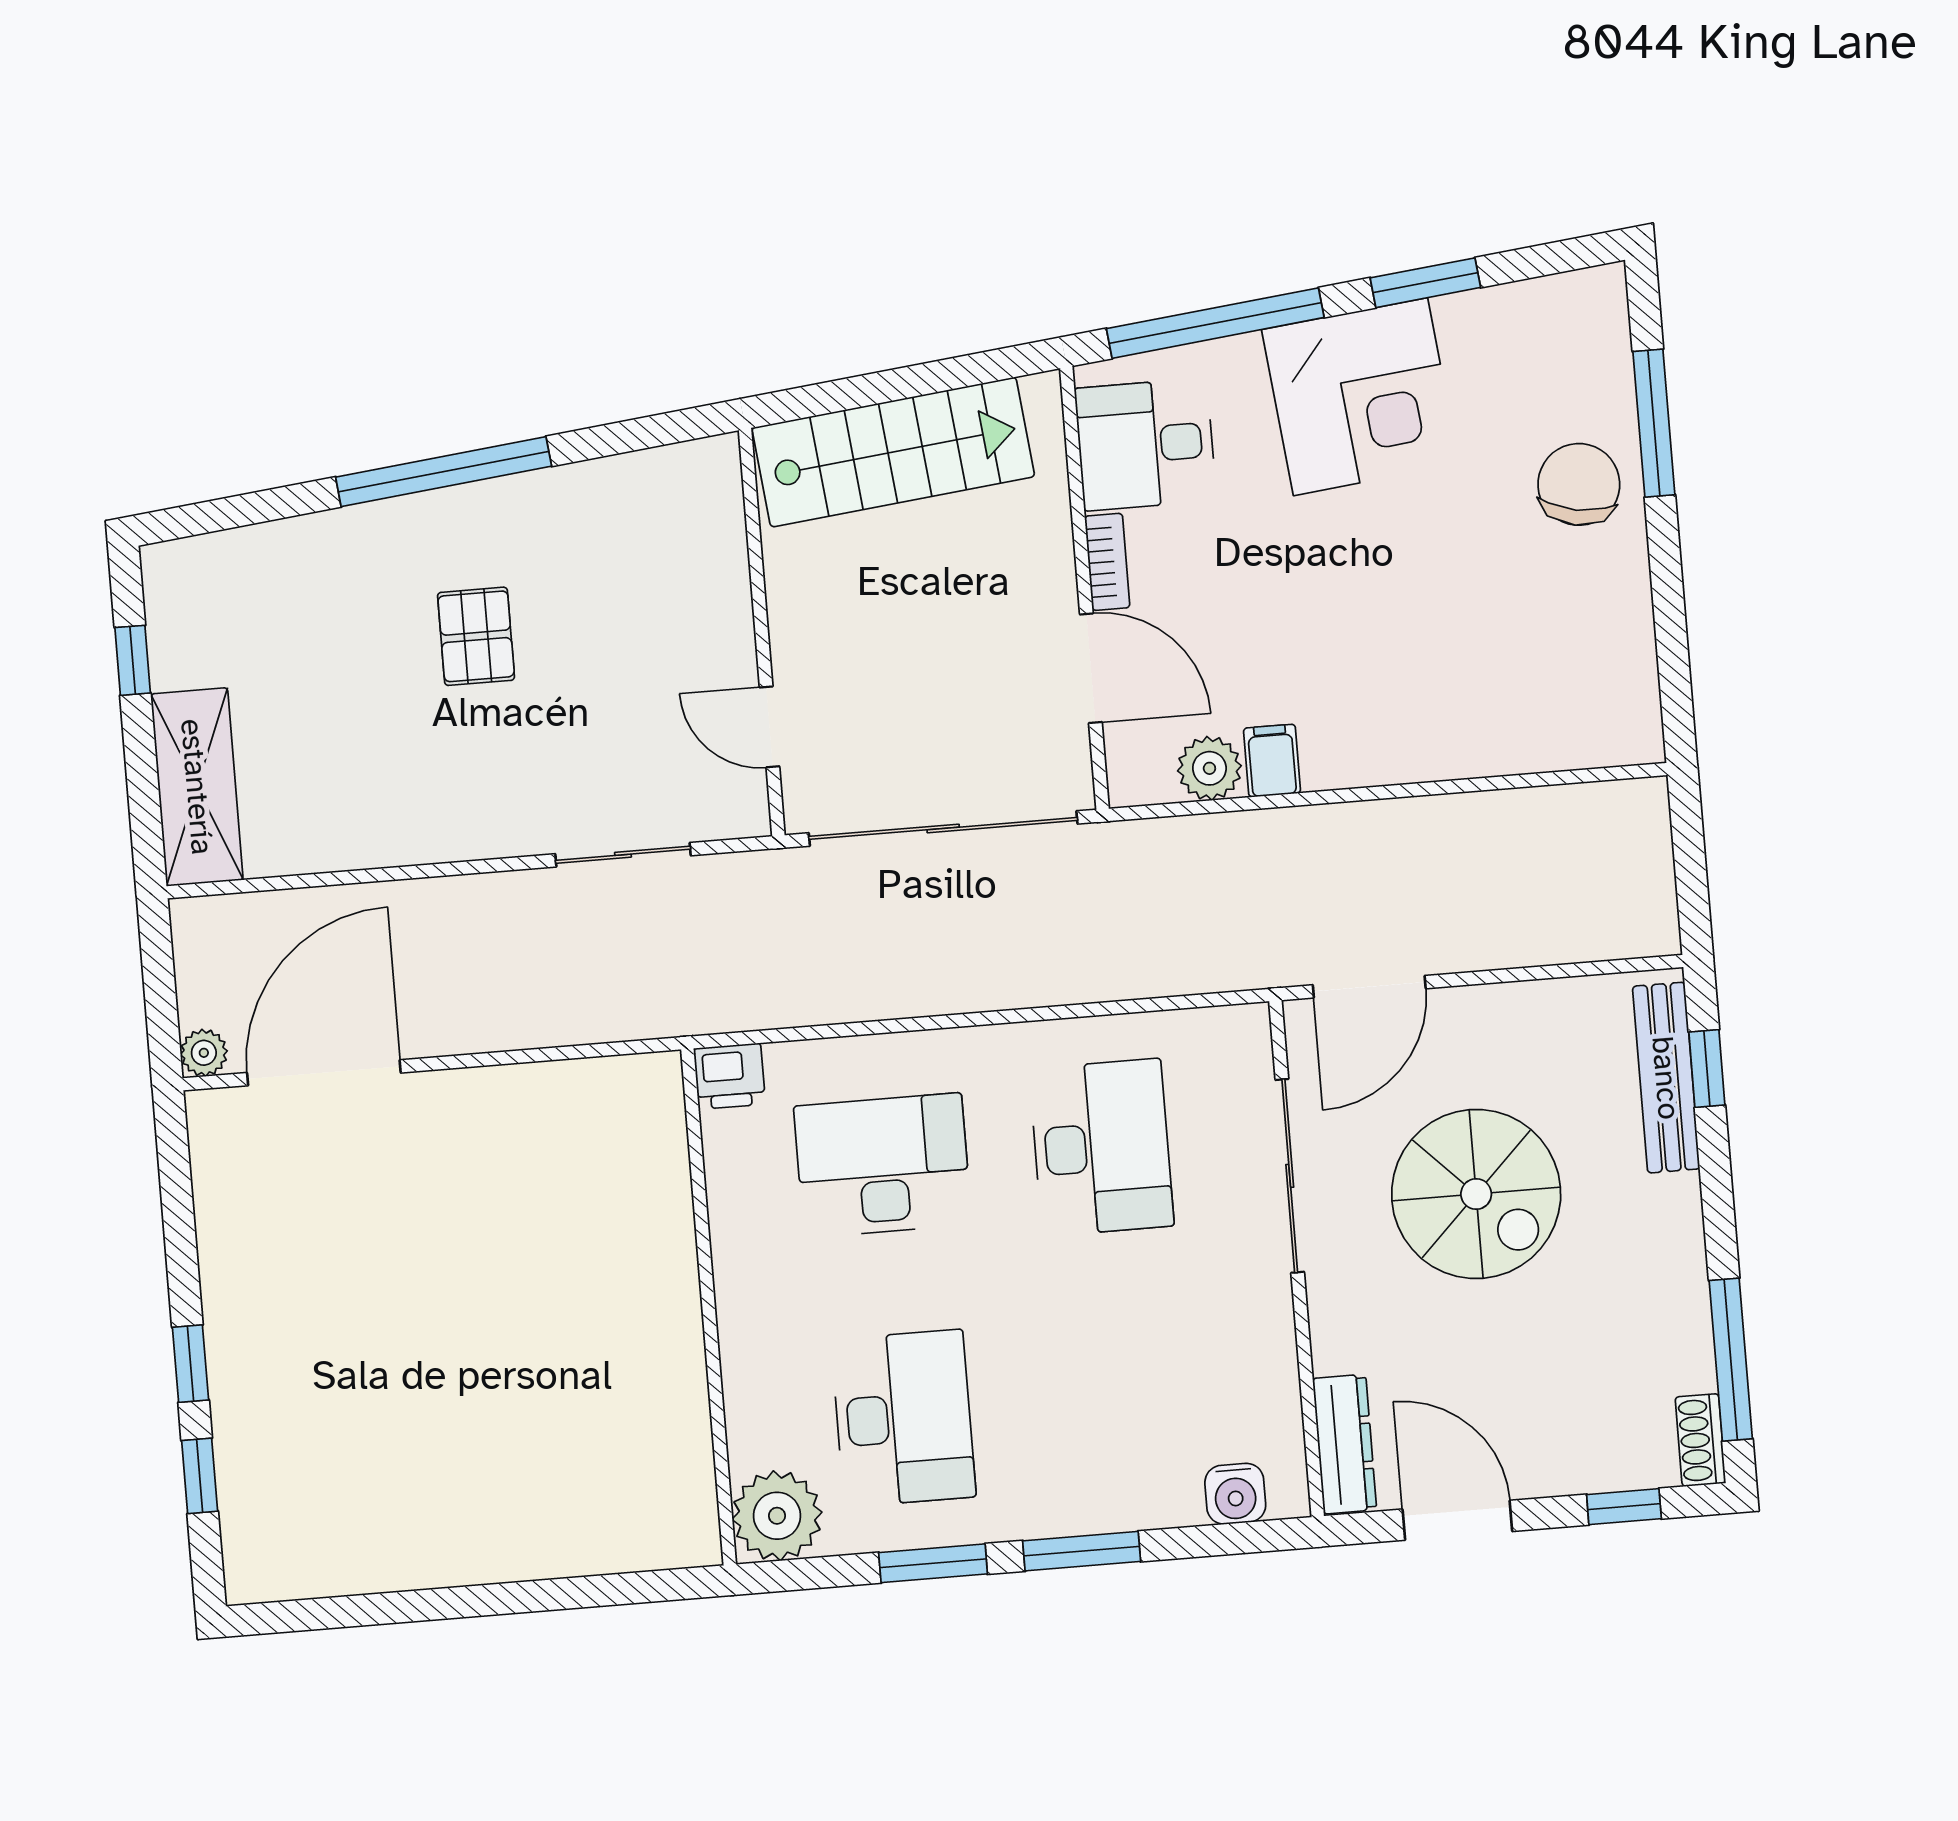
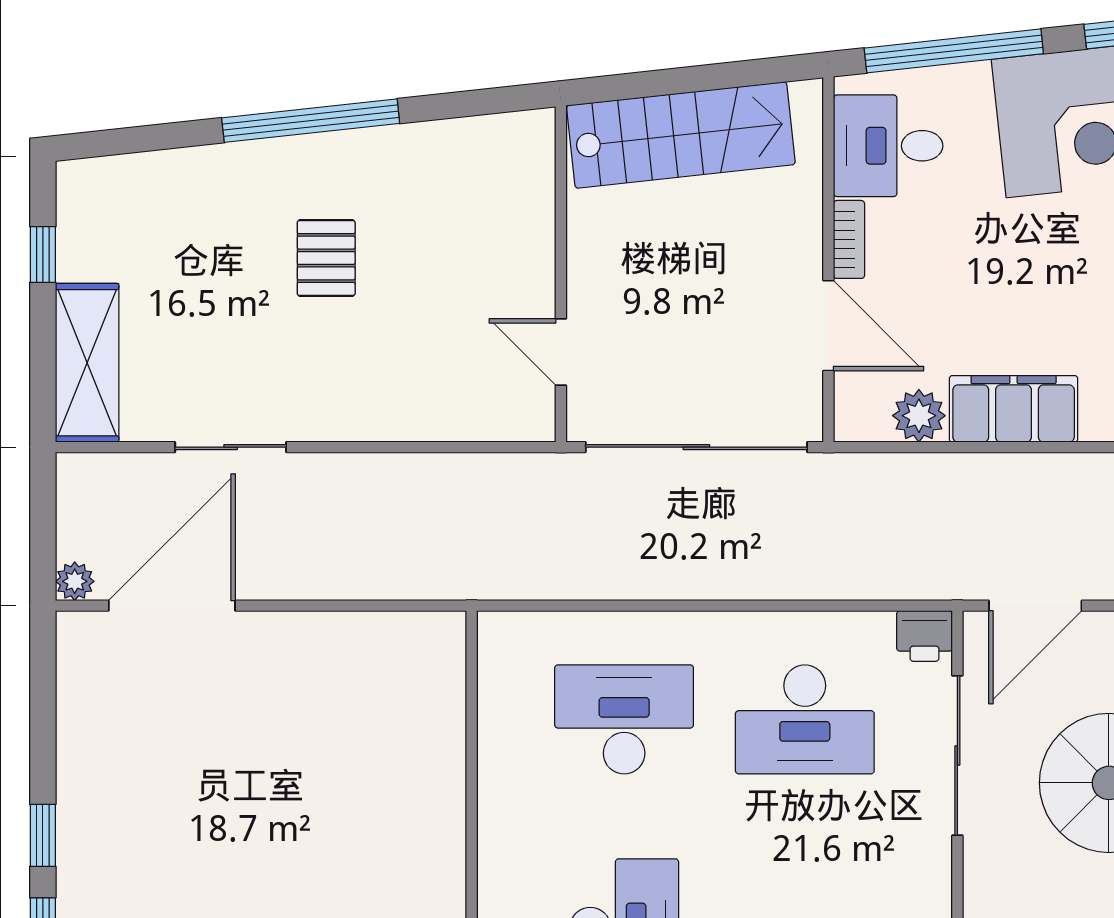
filing cabinet: (1272, 761) -> (1014, 409), width x3.00, depth x1.17
sliding door: (623, 855) -> (231, 447), moved
printer: (729, 1076) -> (925, 636), moved
desk: (1102, 1147) -> (805, 719), turned 90

